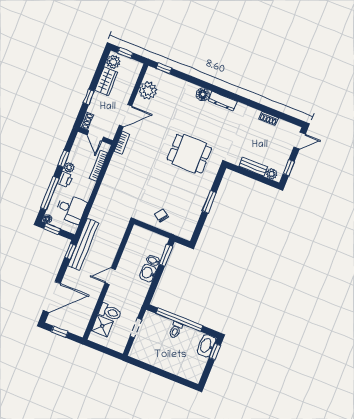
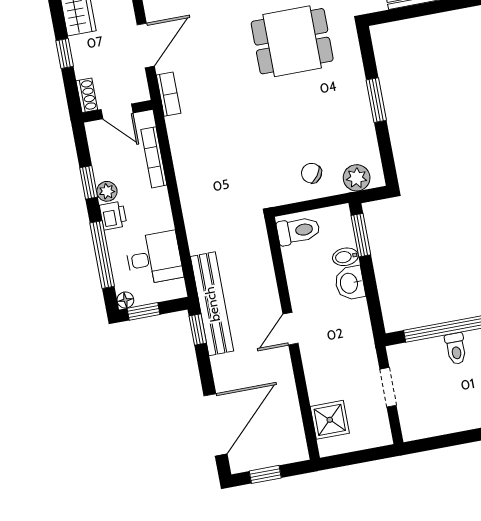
plant: (180, 230) -> (357, 178), added
toilet: (110, 312) -> (298, 231), moved

